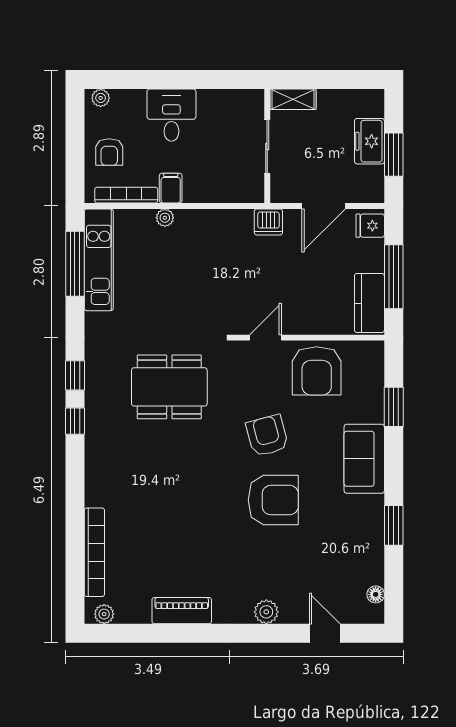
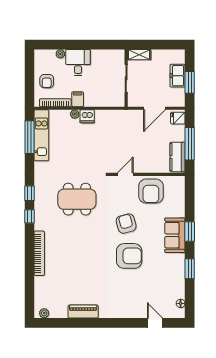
plant: (101, 98) -> (60, 54), moved
dishwasher: (268, 222) -> (87, 116), moved
window: (394, 407) -> (190, 231), moved
bookcase: (94, 552) -> (39, 253), moved
plant: (266, 612) -> (126, 312), removed

